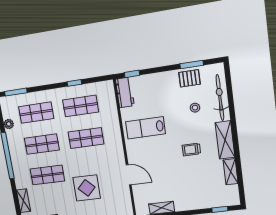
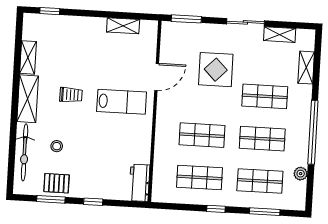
window: (132, 74) -> (93, 202), moved
window: (74, 83) -> (216, 209), moved
window: (16, 92) -> (265, 212), moved
lab bench: (145, 128) -> (122, 102), moved
door: (129, 175) -> (157, 77), swing flipped

